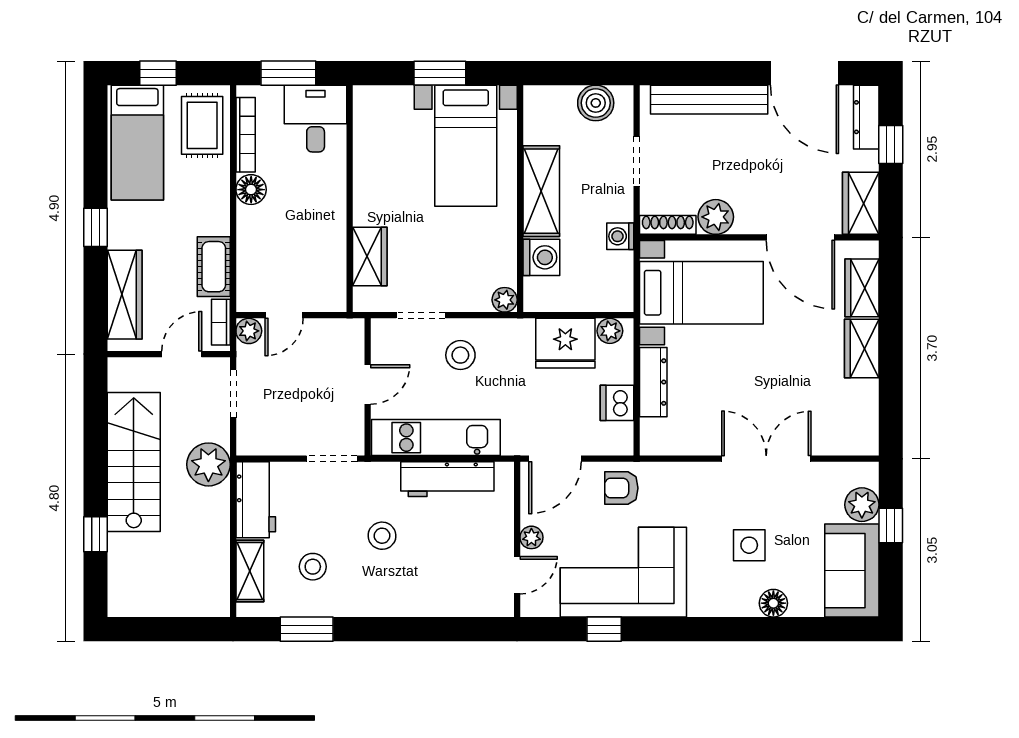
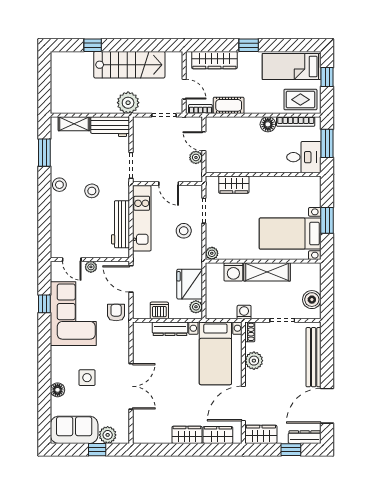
shoe rack: (668, 225) -> (250, 332), width x0.70
plant: (249, 331) -> (196, 157), moved
stool: (313, 567) -> (59, 185), moved

